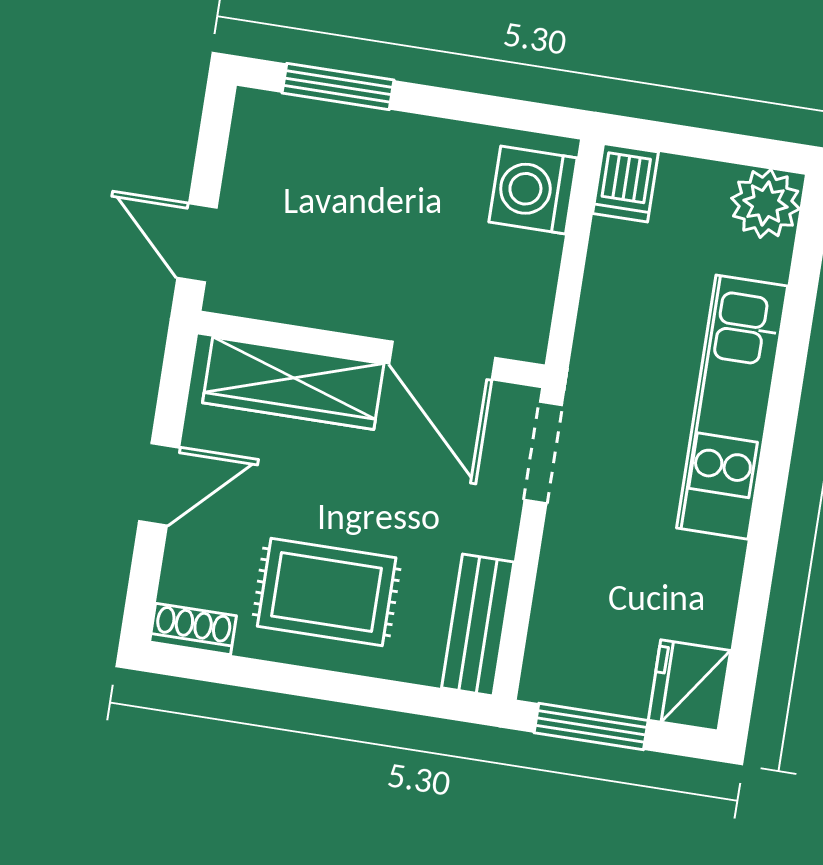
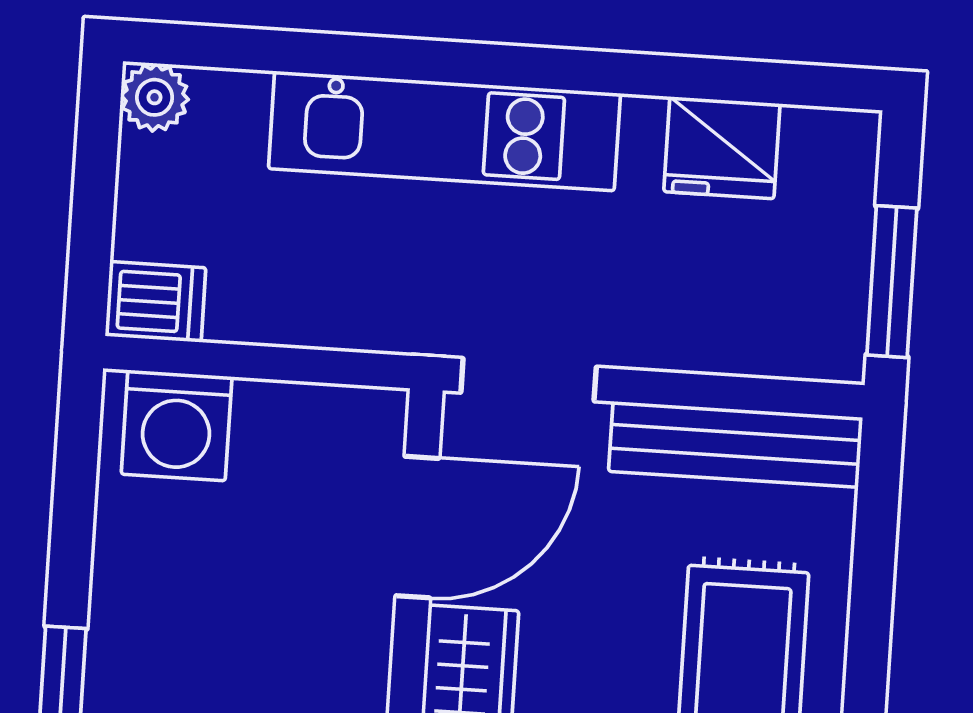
plant: (766, 204) -> (155, 97), width x0.73, depth x0.73
bench: (478, 625) -> (736, 444), width x1.36
fridge: (689, 685) -> (722, 148), moved

